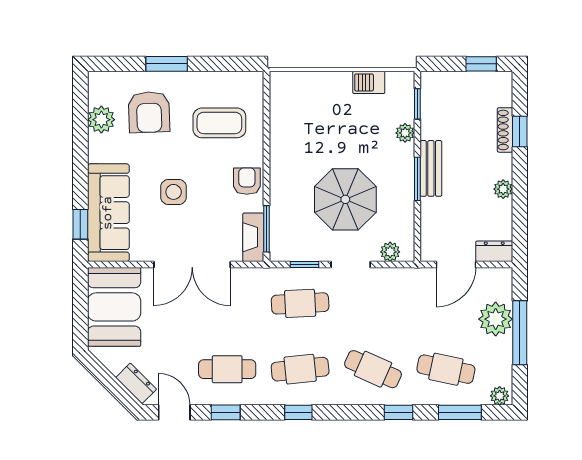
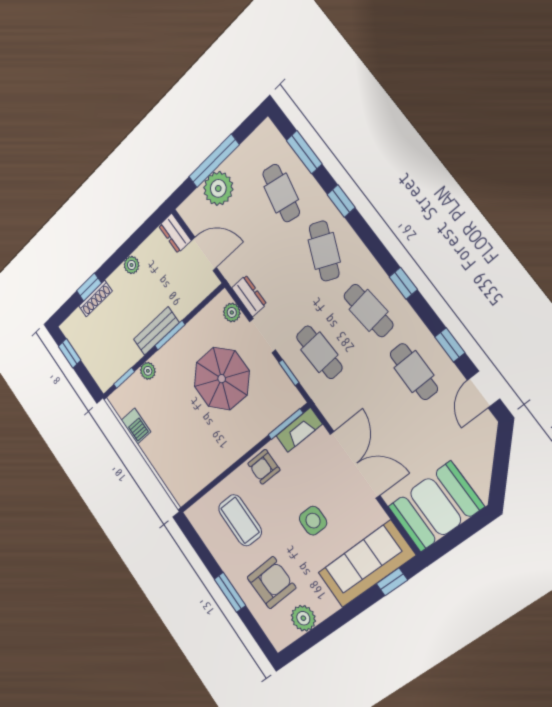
dresser: (136, 383) -> (249, 296), moved, turned 135
plant: (500, 396) -> (269, 133), removed

